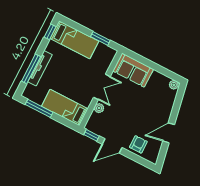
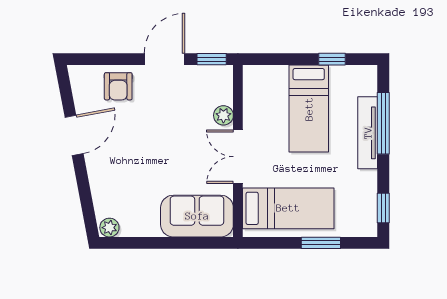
window: (100, 39) -> (321, 243), moved
bed: (74, 40) -> (288, 208), moved, turned 180
window: (39, 108) -> (332, 59), width x0.46
bed: (65, 108) -> (309, 109), moved, turned 90

